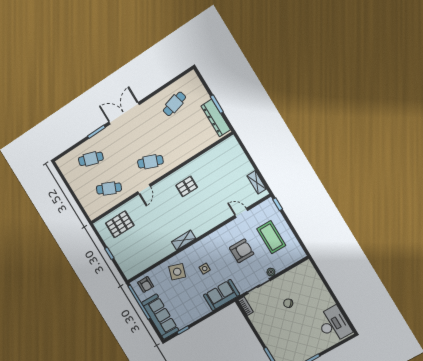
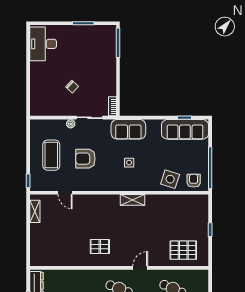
side table: (177, 272) -> (170, 179), moved
sofa: (160, 317) -> (185, 129), moved, turned -90

